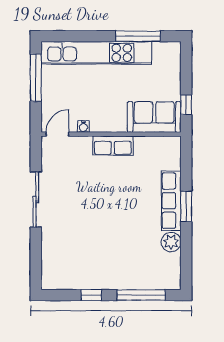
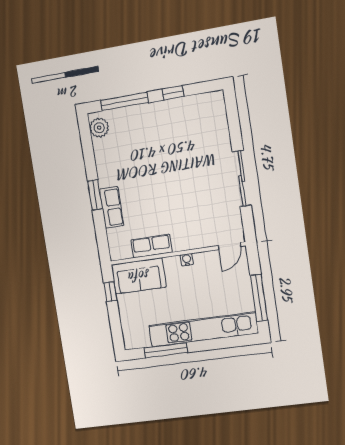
water cooler: (83, 126) -> (187, 260), moved
row of seats: (113, 146) -> (152, 246), moved
row of seats: (171, 201) -> (111, 207), width x0.68
plant: (171, 242) -> (99, 128), moved

